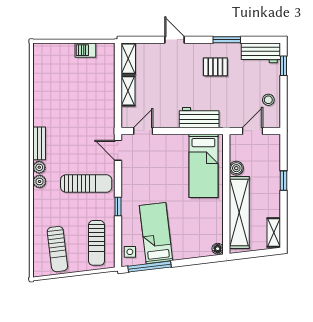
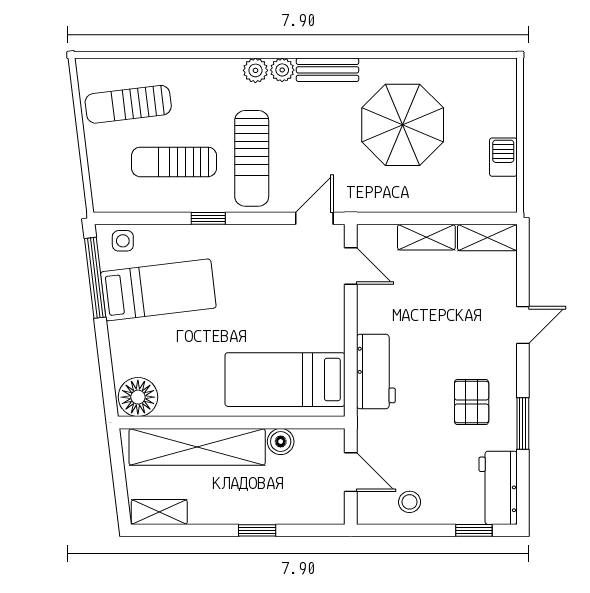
parasol: (68, 103) -> (403, 125), added
sun lounger: (97, 243) -> (174, 162), moved
floor lamp: (218, 249) -> (138, 397), width x1.89, depth x1.89

